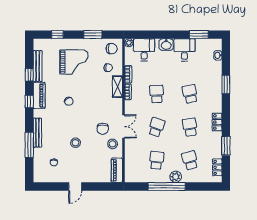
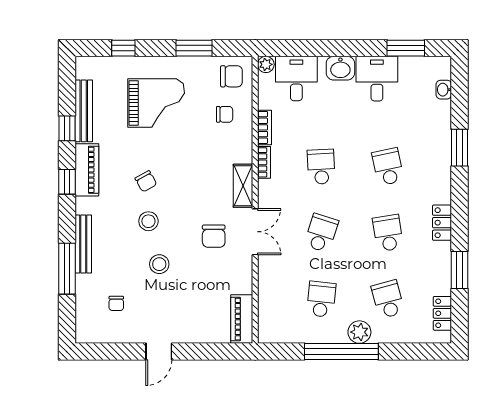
shelving: (117, 87) -> (243, 186), moved
stool: (113, 144) -> (148, 221), moved

